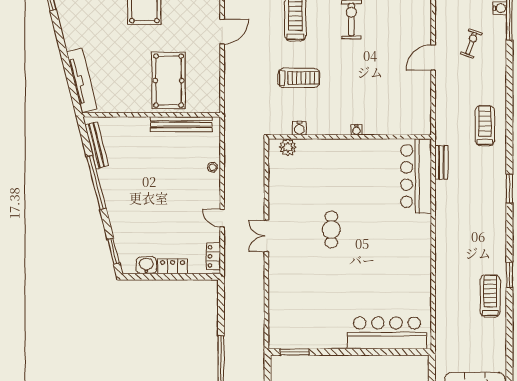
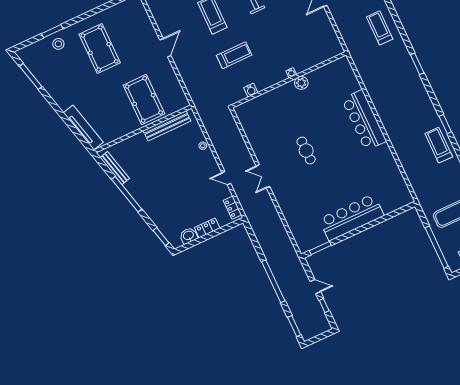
plant: (288, 147) -> (301, 83), moved
bench: (441, 162) -> (361, 68), removed
bar counter: (416, 176) -> (364, 120), moved
bar counter: (387, 333) -> (351, 217), moved

